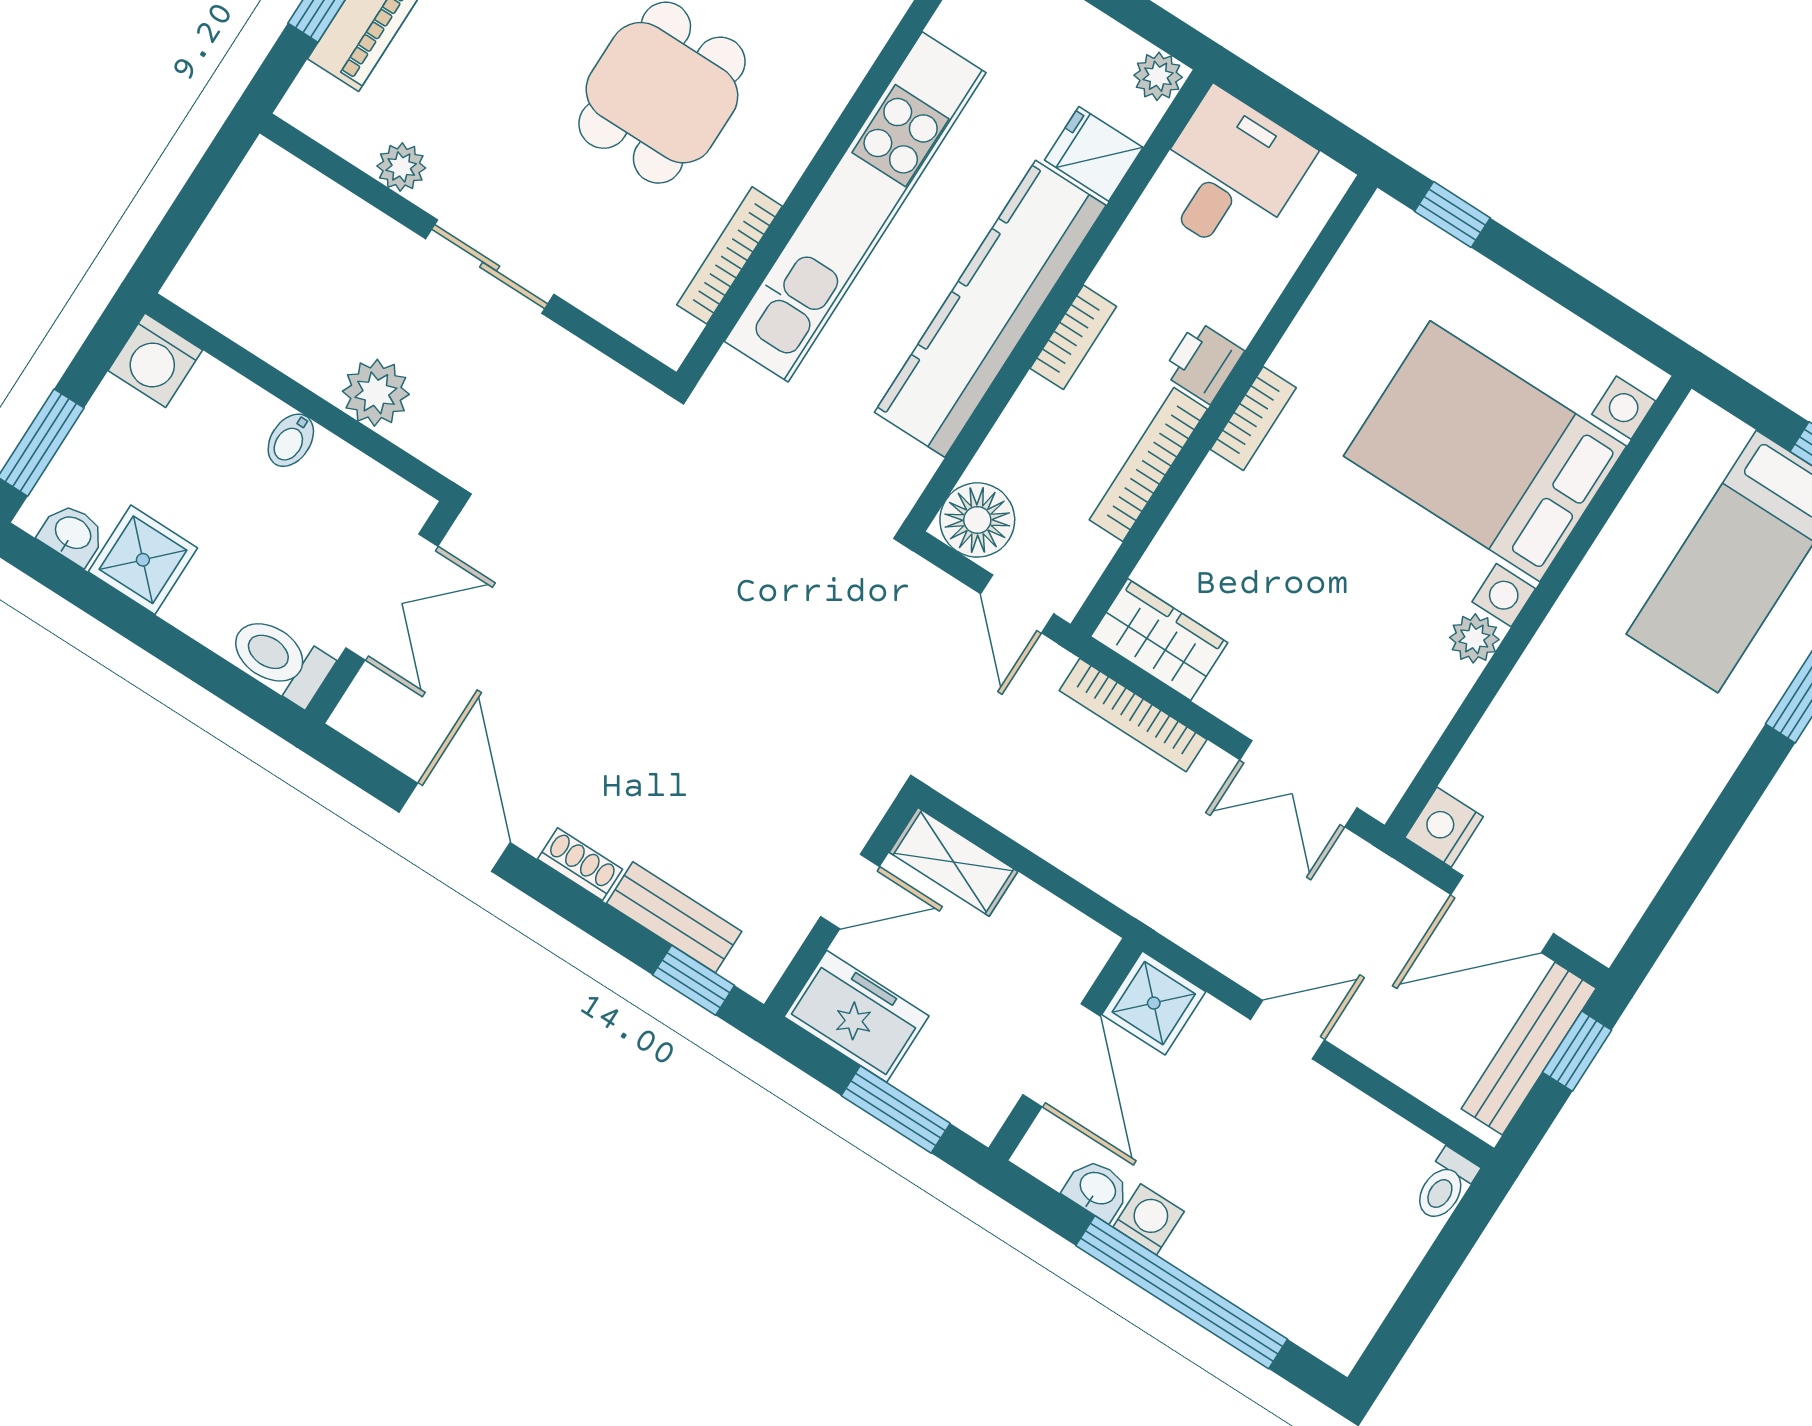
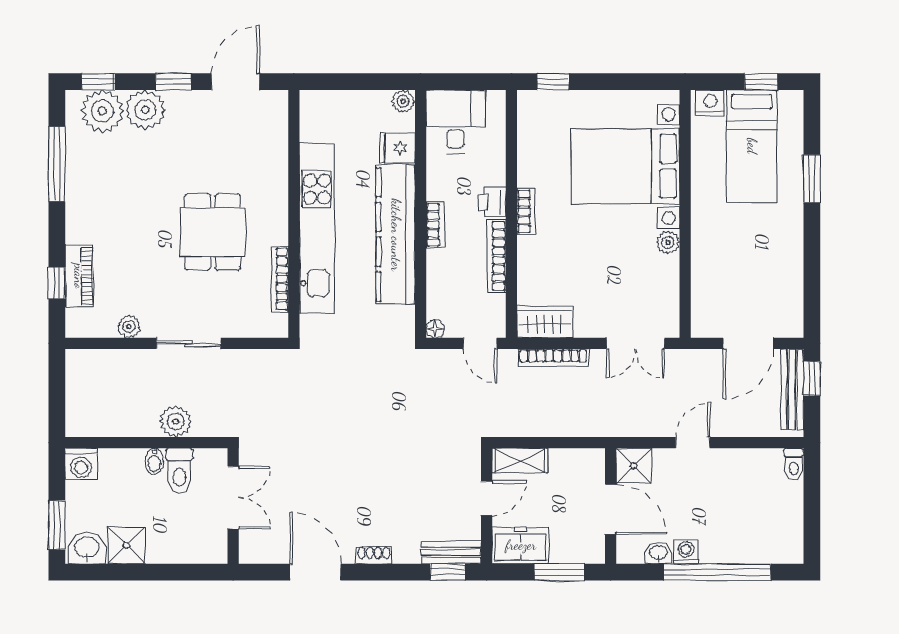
floor lamp: (977, 520) -> (435, 329), width x0.53, depth x0.53
washbasin: (72, 534) -> (87, 548), width x1.38, depth x1.45
toilet: (280, 659) -> (179, 471), moved, turned -90
nightstand: (1444, 827) -> (710, 103), moved, turned 90
bench: (674, 917) -> (451, 552), moved

